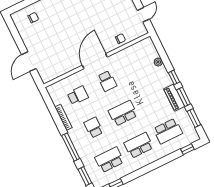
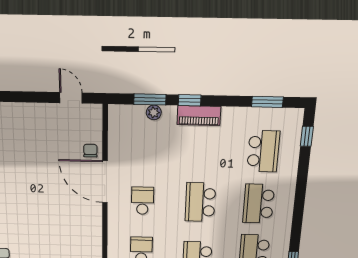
door: (95, 61) -> (105, 182), moved
school desk: (107, 81) -> (142, 201), turned -90
window: (184, 97) -> (150, 99), moved
piano: (174, 98) -> (199, 116), moved

